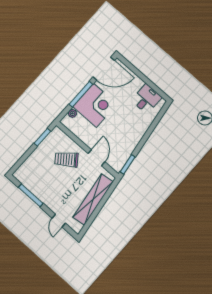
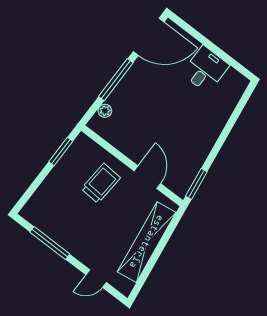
desk: (146, 99) -> (205, 69), moved
corner desk: (95, 105) -> (139, 96), removed
trolley: (66, 159) -> (101, 183), turned 131
door: (59, 221) -> (96, 279), hinge flipped

